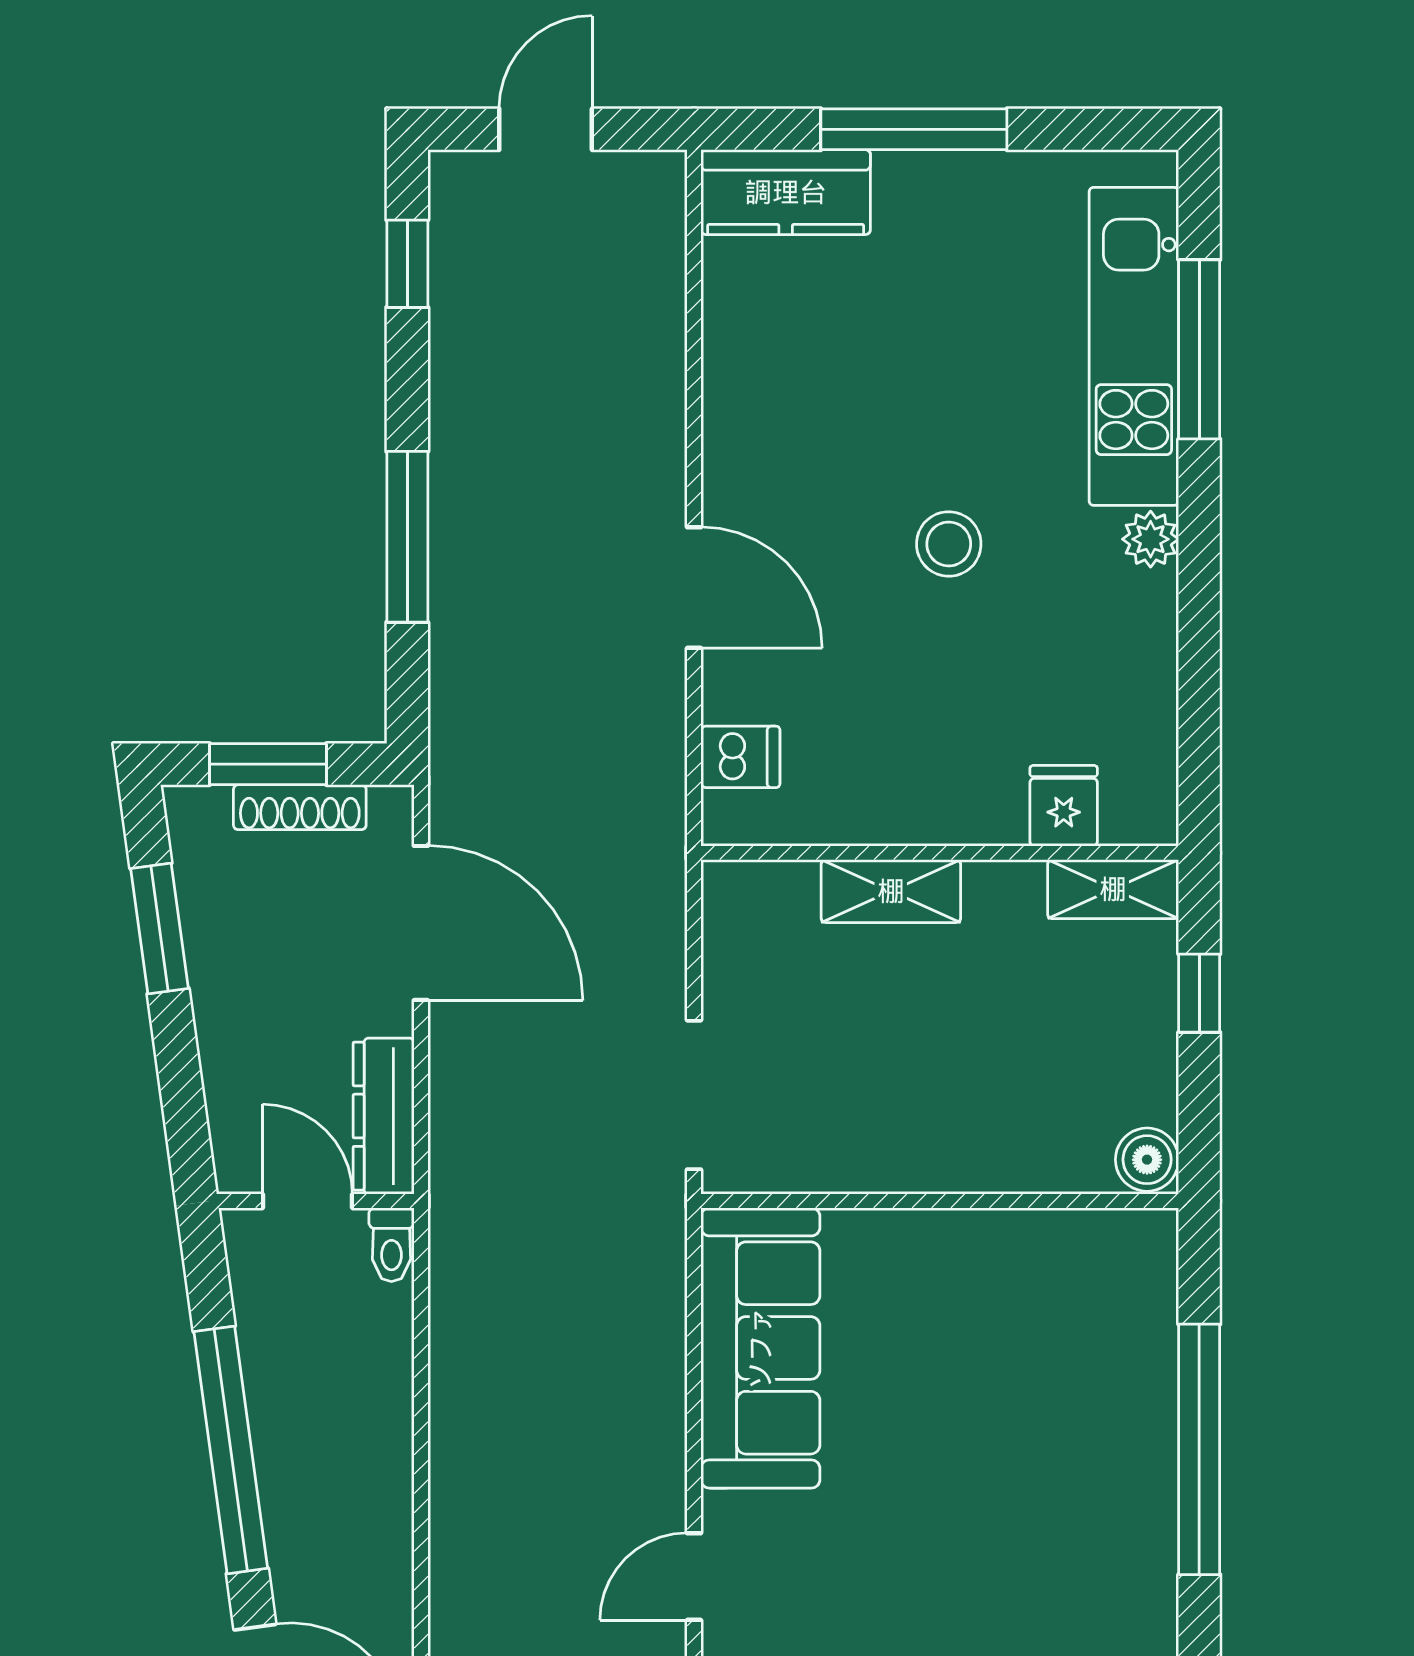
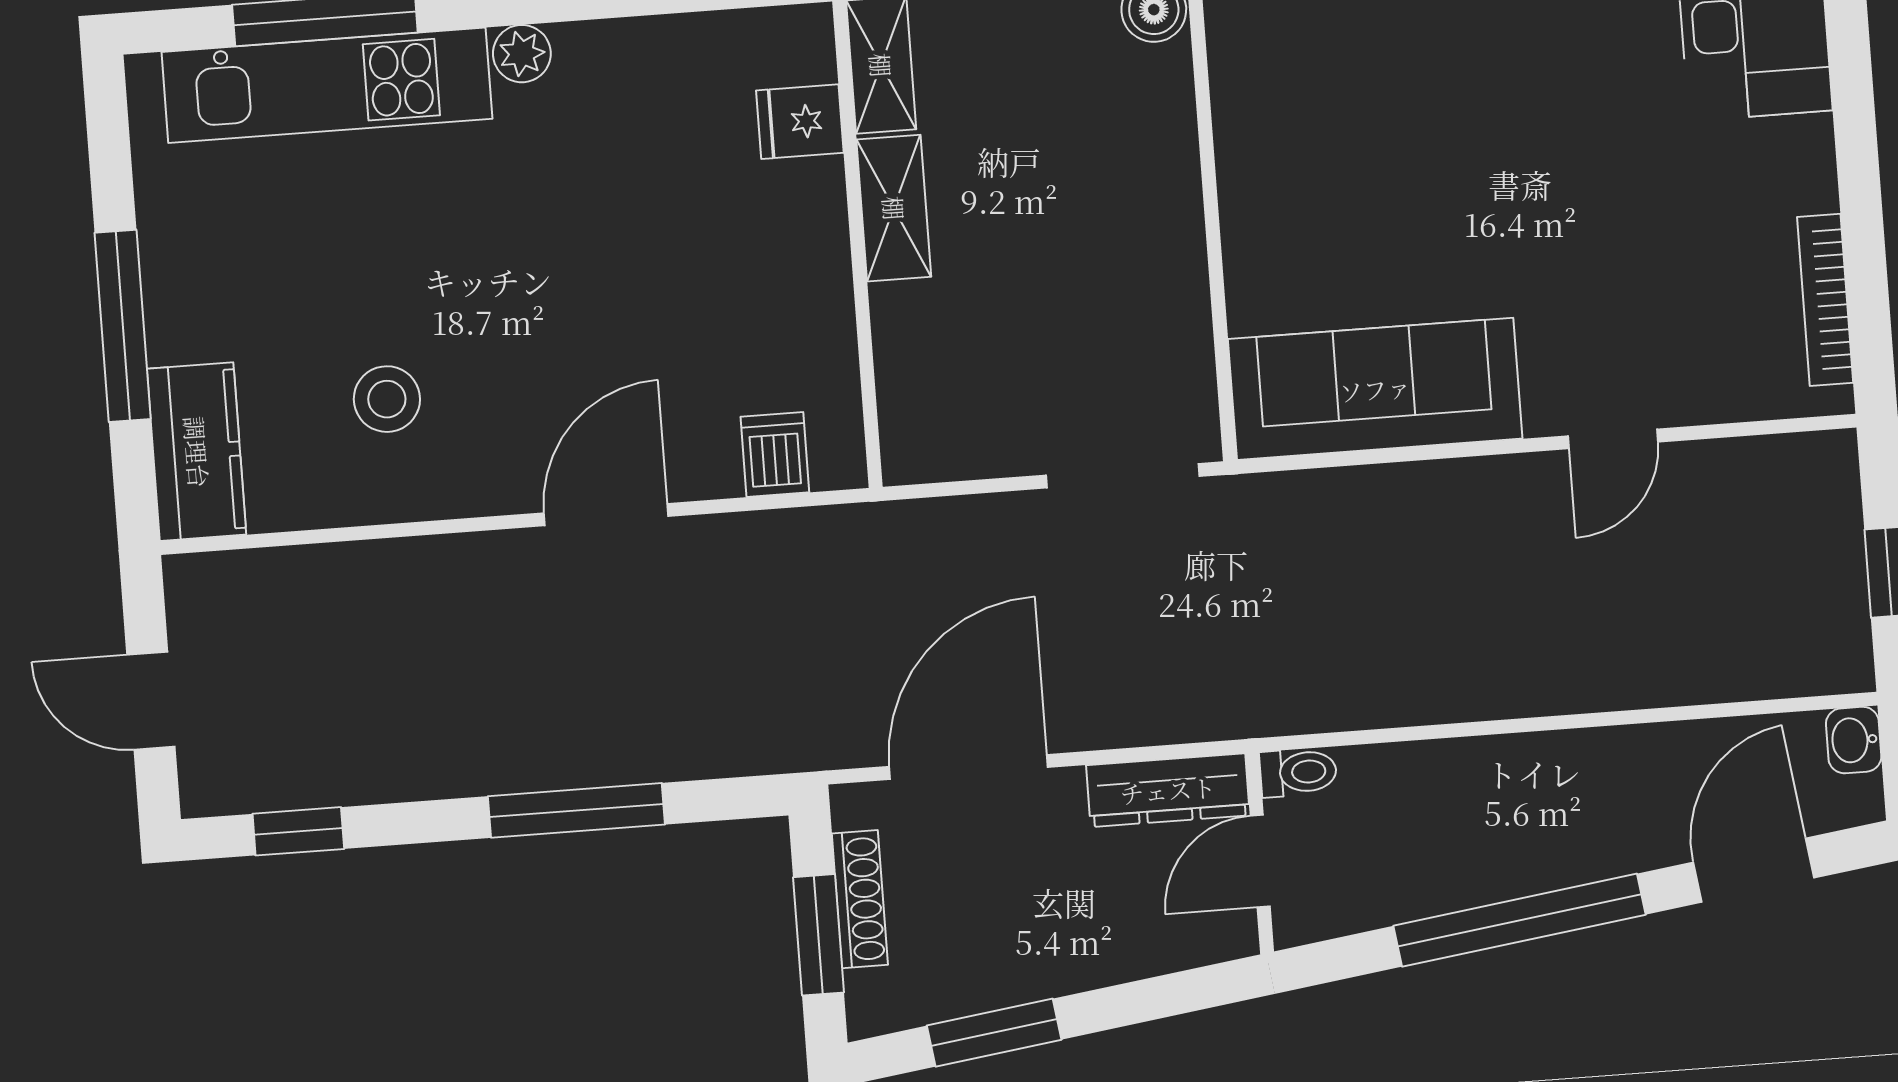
stool: (949, 544) -> (387, 399), moved
shelving: (891, 891) -> (894, 208), moved
door: (694, 1577) -> (1613, 439), hinge flipped

